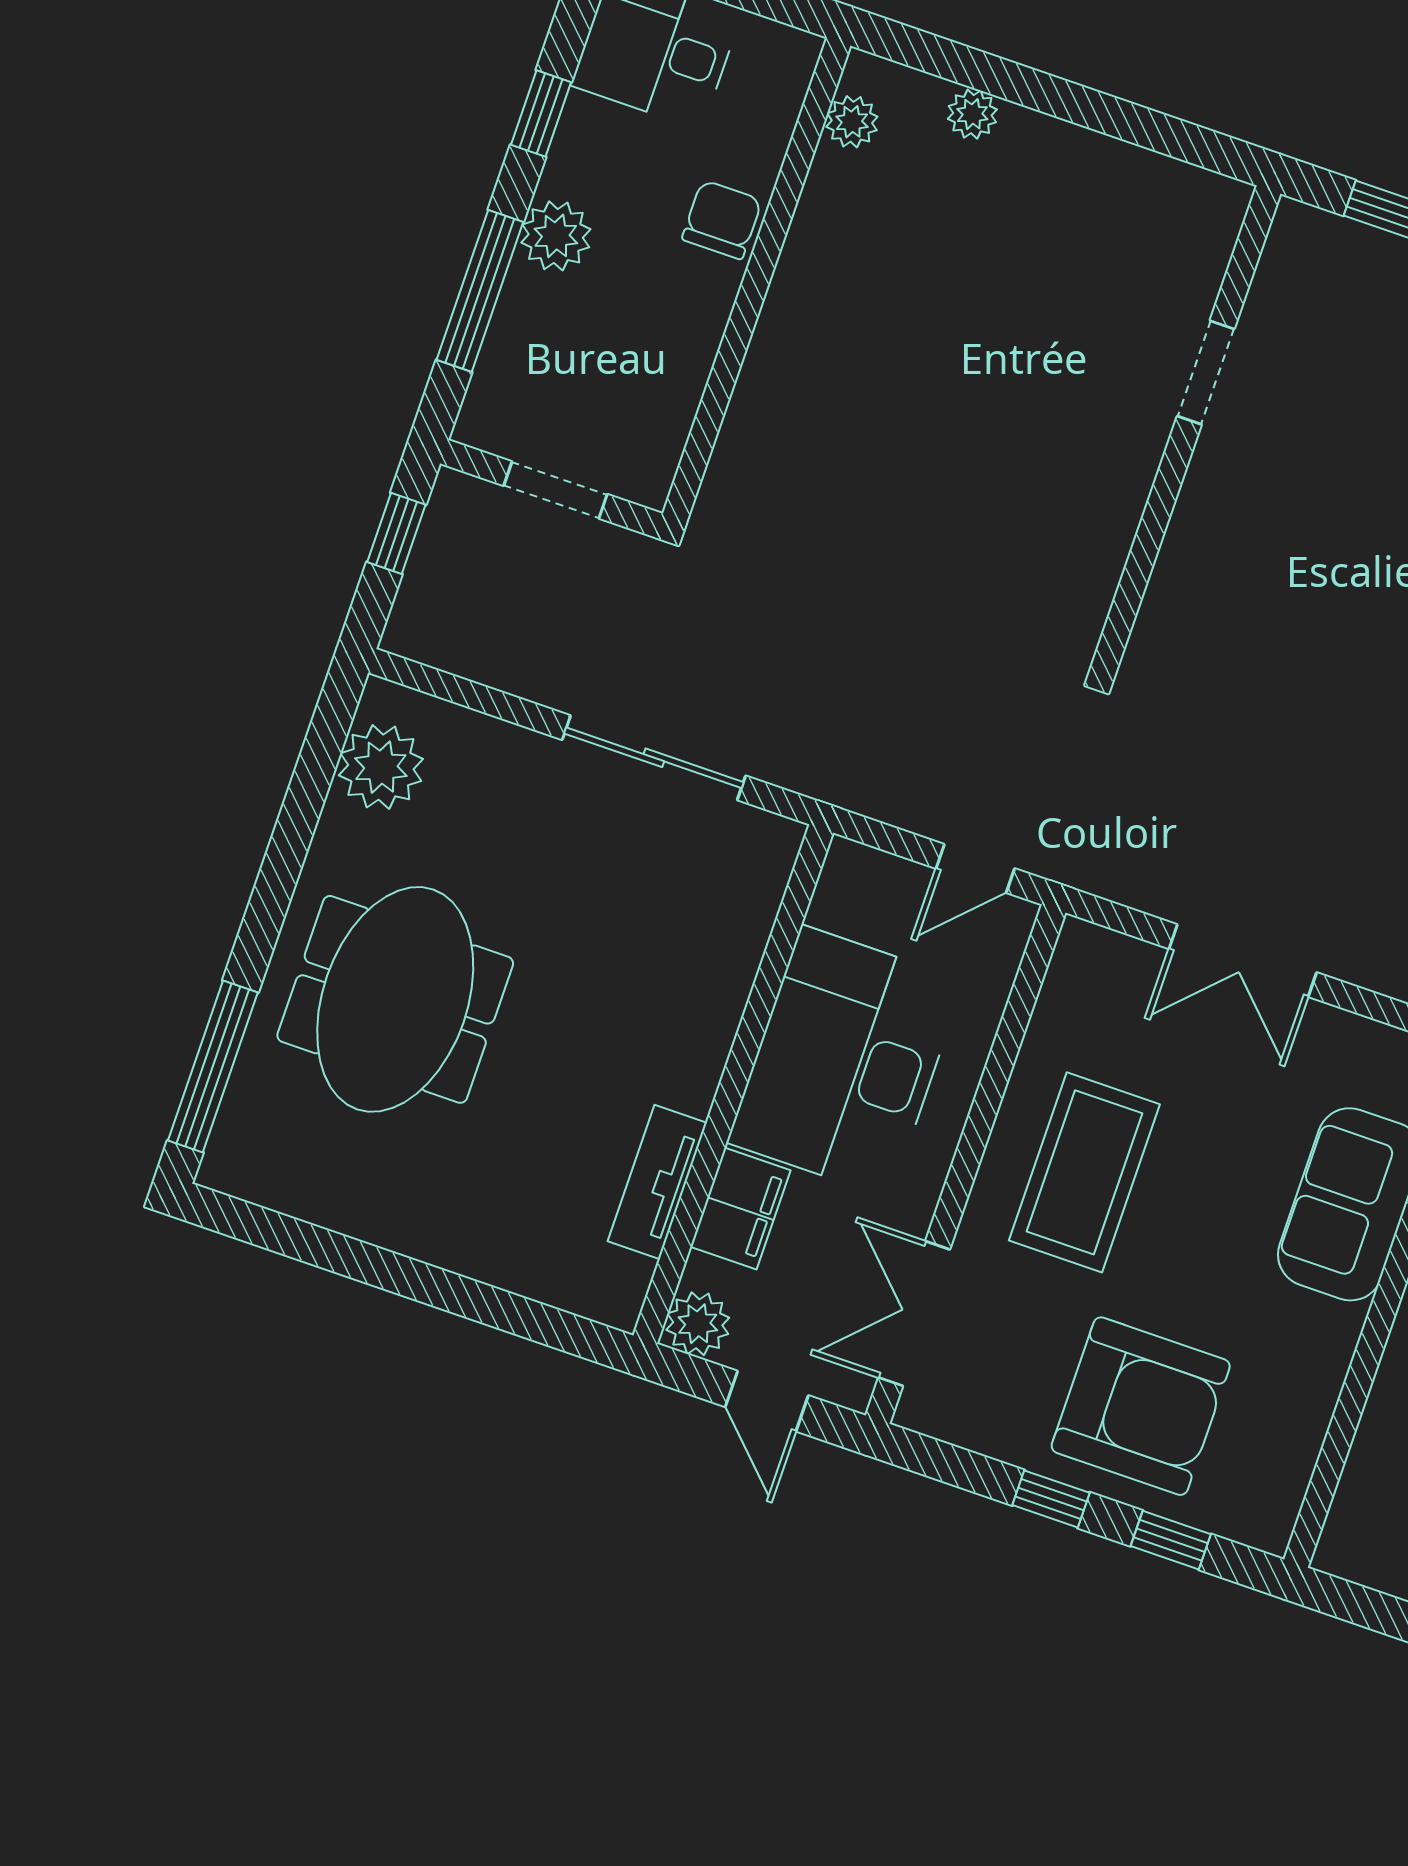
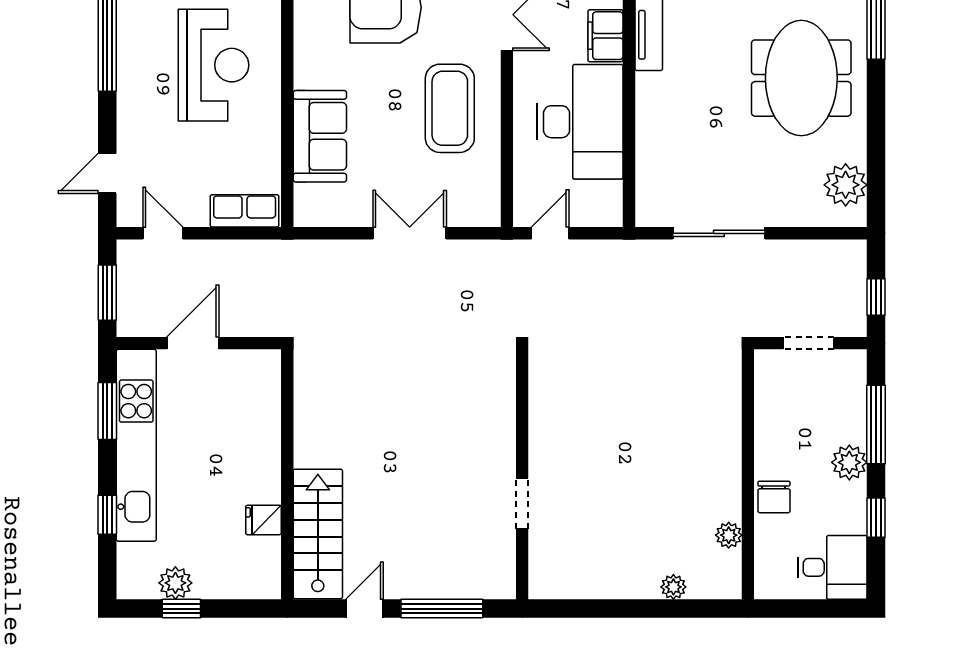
plant: (852, 122) -> (729, 535), moved

